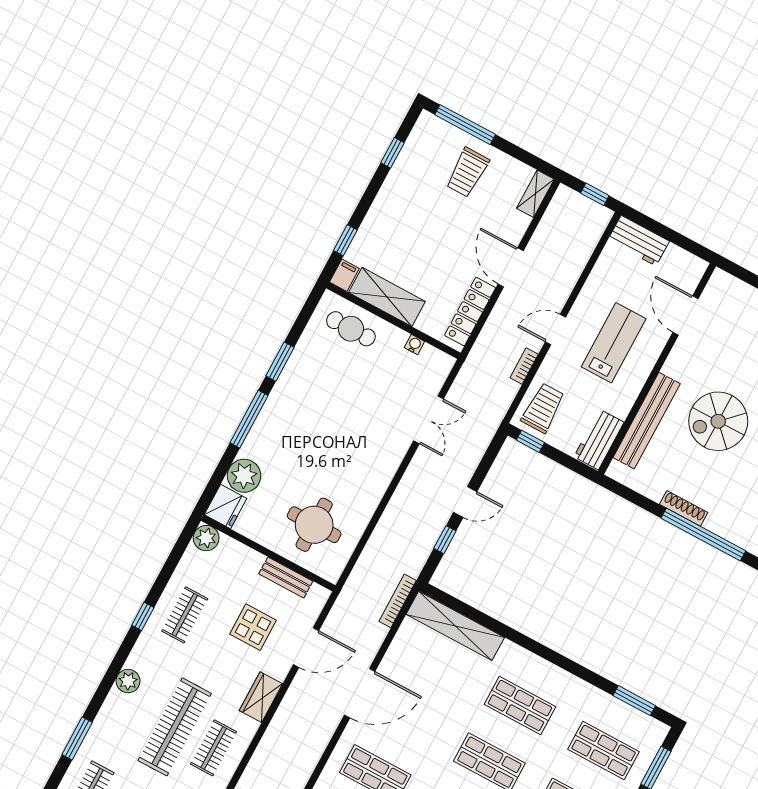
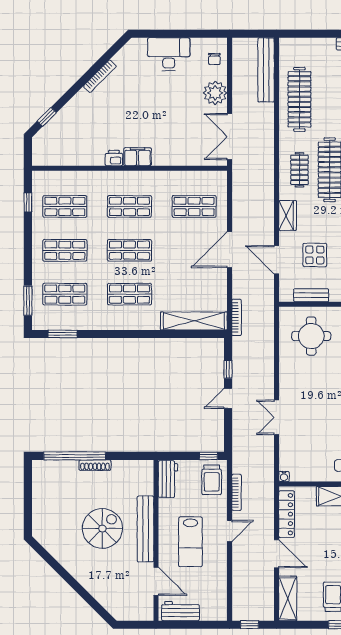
shelving: (535, 194) -> (288, 598), width x1.50, depth x1.33
workbench: (639, 241) -> (181, 611), moved
water cooler: (414, 344) -> (284, 476), moved
bookcase: (524, 366) -> (237, 492), width x1.56
double door: (429, 420) -> (276, 417), moved
bench: (647, 421) -> (145, 529), moved
door: (306, 648) -> (276, 260), hinge flipped

